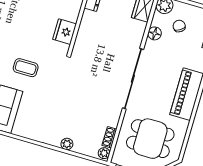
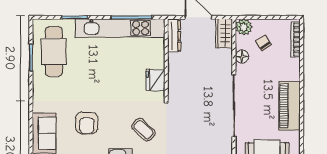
coffee table: (26, 68) -> (143, 130), moved, turned 43

